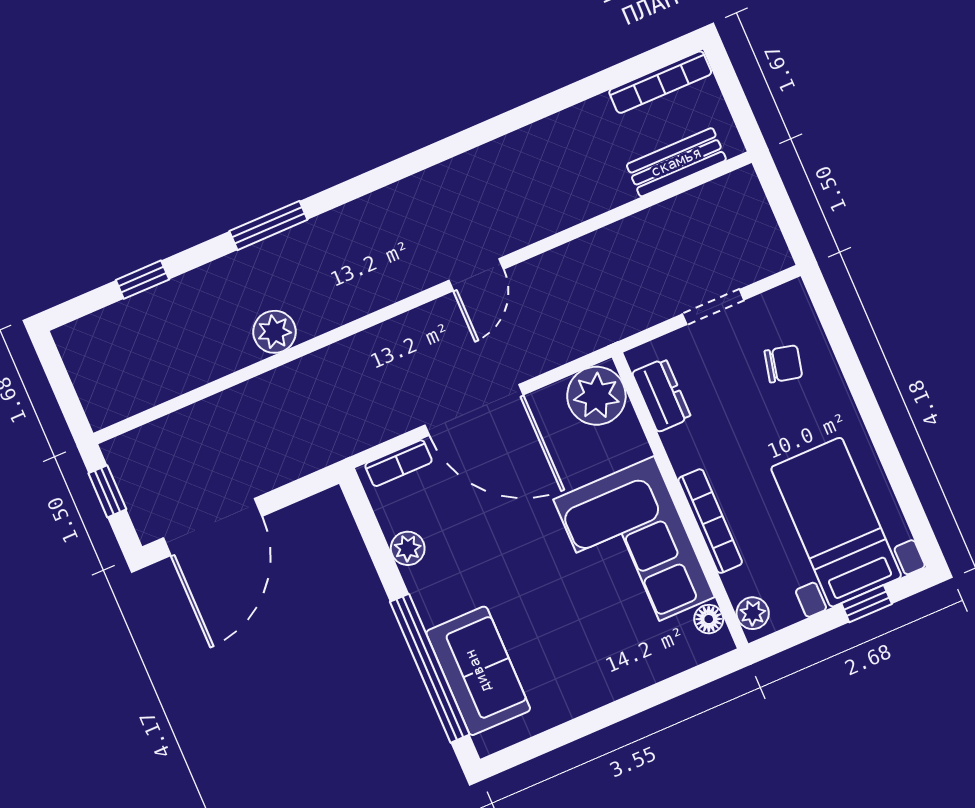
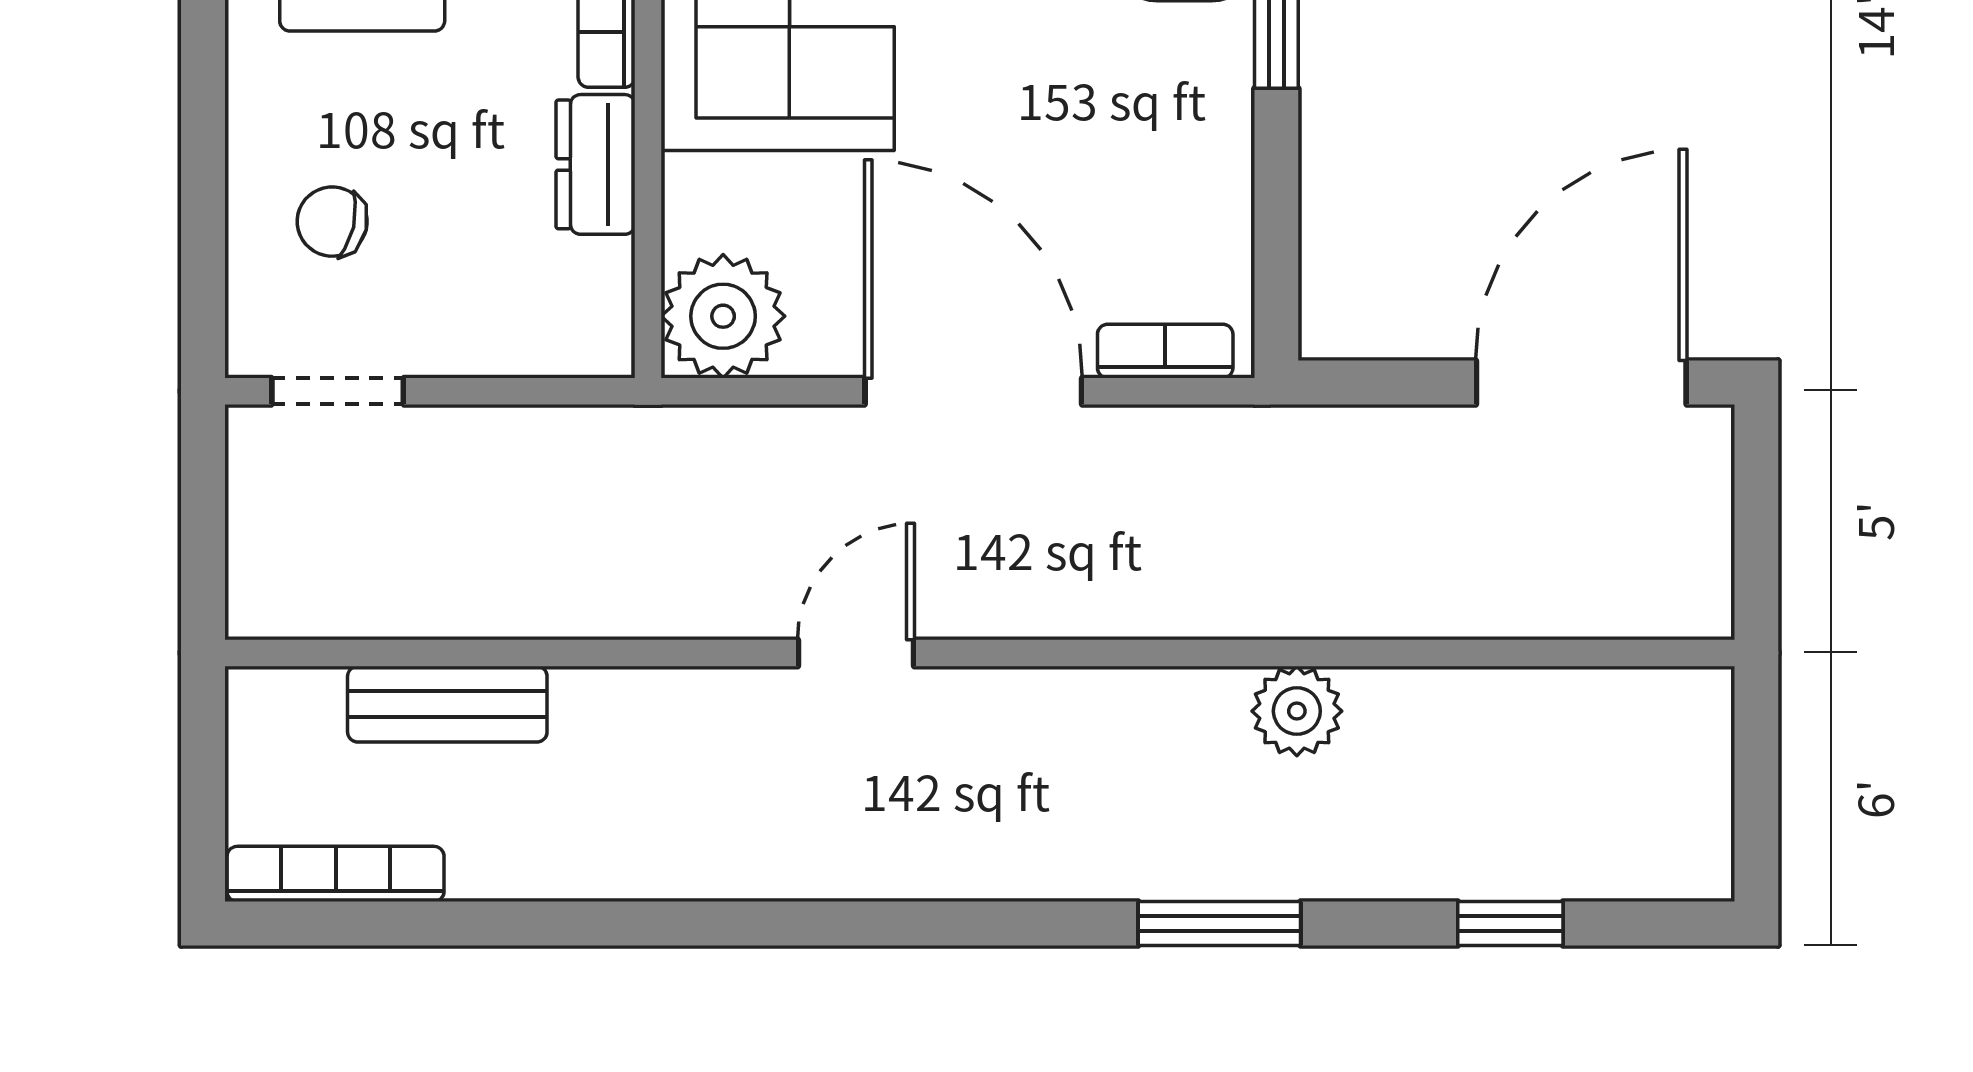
bench: (676, 162) -> (447, 704), moved
doorway: (713, 307) -> (338, 391), moved
dresser: (662, 395) -> (596, 164), moved
window: (107, 491) -> (1756, 541), removed
plant: (408, 548) -> (1219, 177), removed

